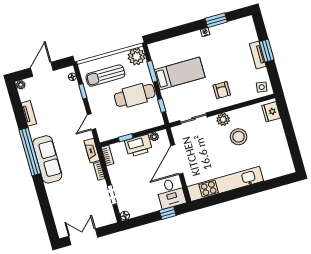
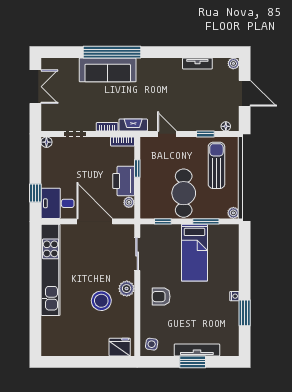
tv unit: (258, 55) -> (197, 350), width x1.41
plant: (136, 57) -> (233, 213), width x0.53, depth x0.53
window: (30, 152) -> (112, 52), moved
sofa: (47, 159) -> (108, 70), moved

